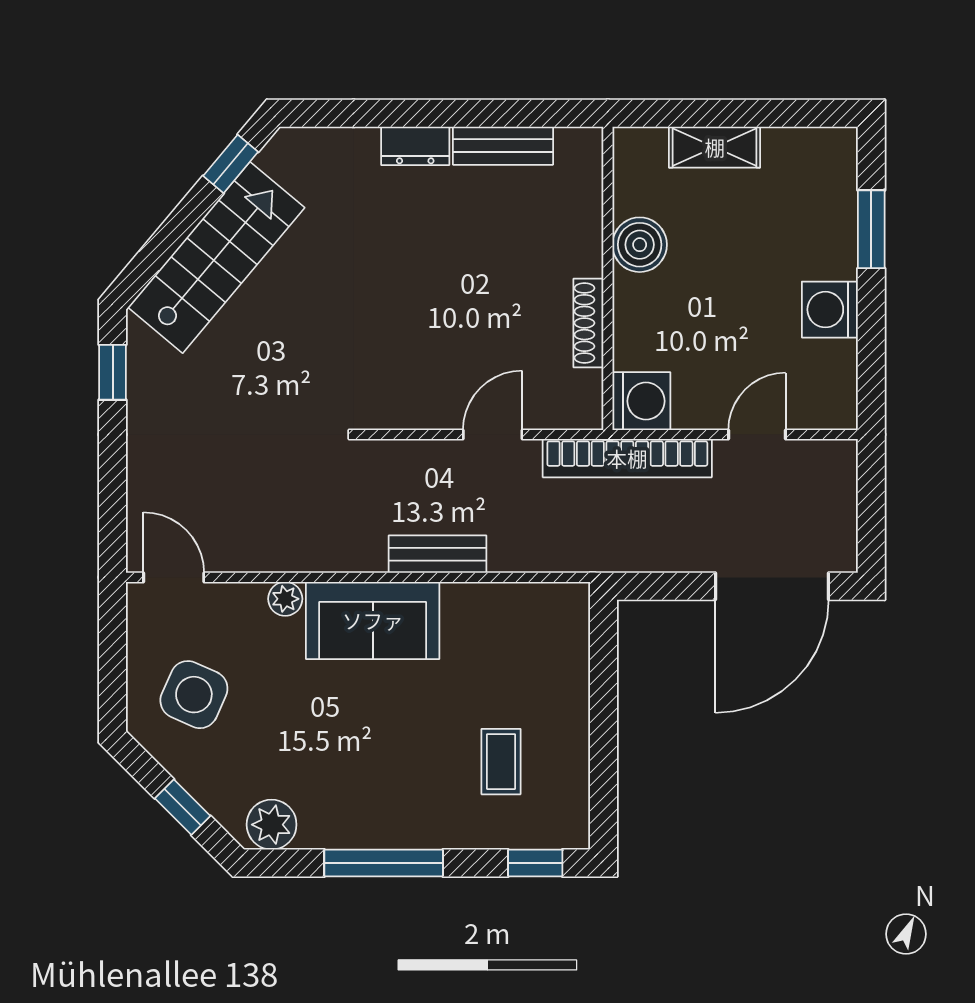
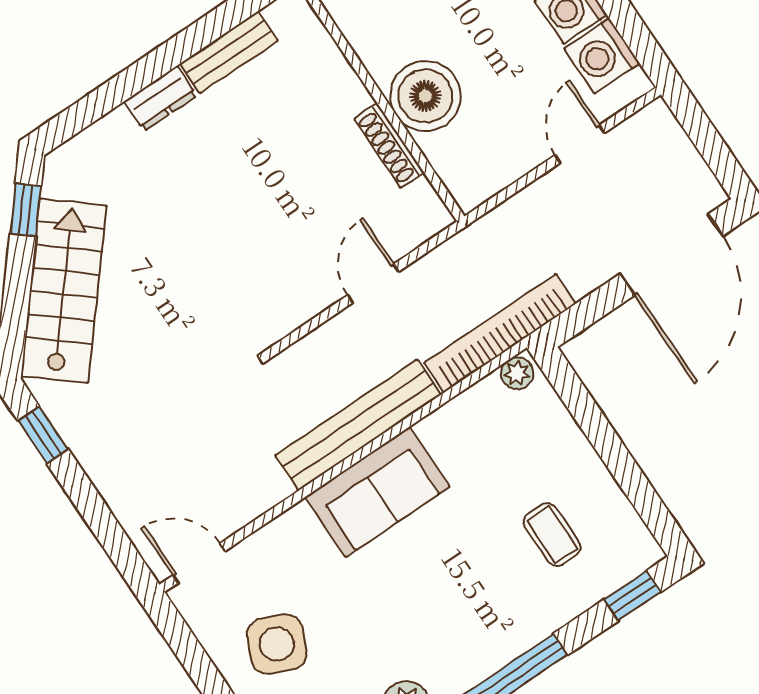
boiler: (640, 245) -> (425, 96), moved, width x1.37, depth x1.37
washing machine: (641, 401) -> (602, 56), moved, turned 180
bookcase: (627, 458) -> (500, 333), moved, turned 180
bench: (438, 554) -> (358, 425), width x1.86, depth x1.21
plant: (285, 599) -> (517, 373), moved

